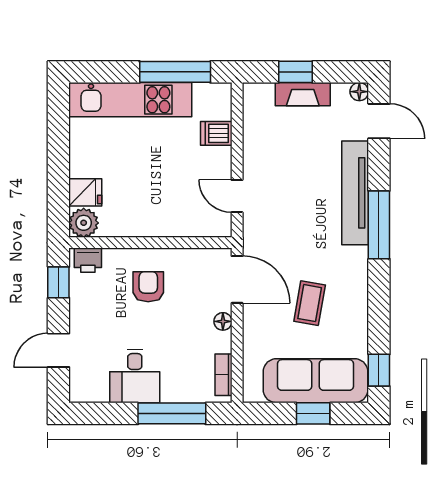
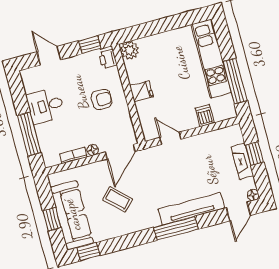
fridge: (85, 192) -> (142, 91), moved, turned -90
door: (237, 196) -> (170, 138), hinge flipped
coffee table: (310, 303) -> (118, 199), turned 34
bookcase: (223, 375) -> (73, 155), moved

